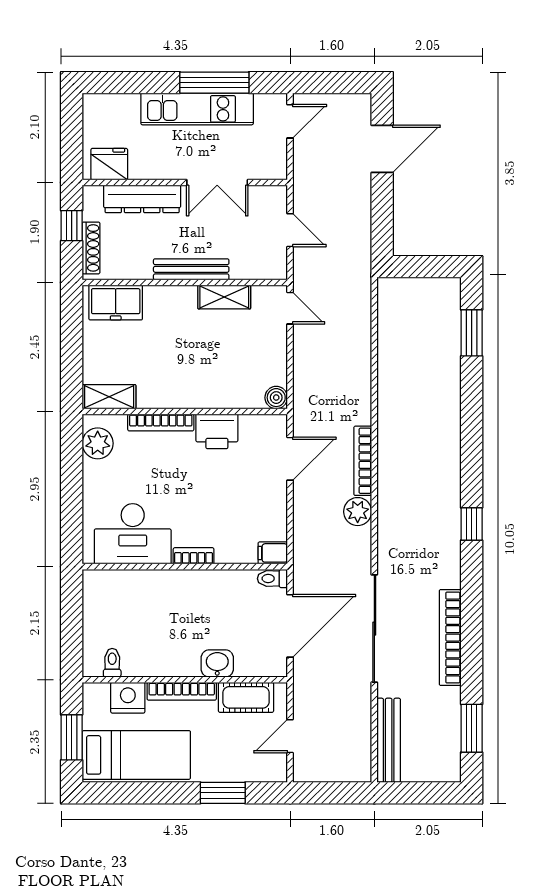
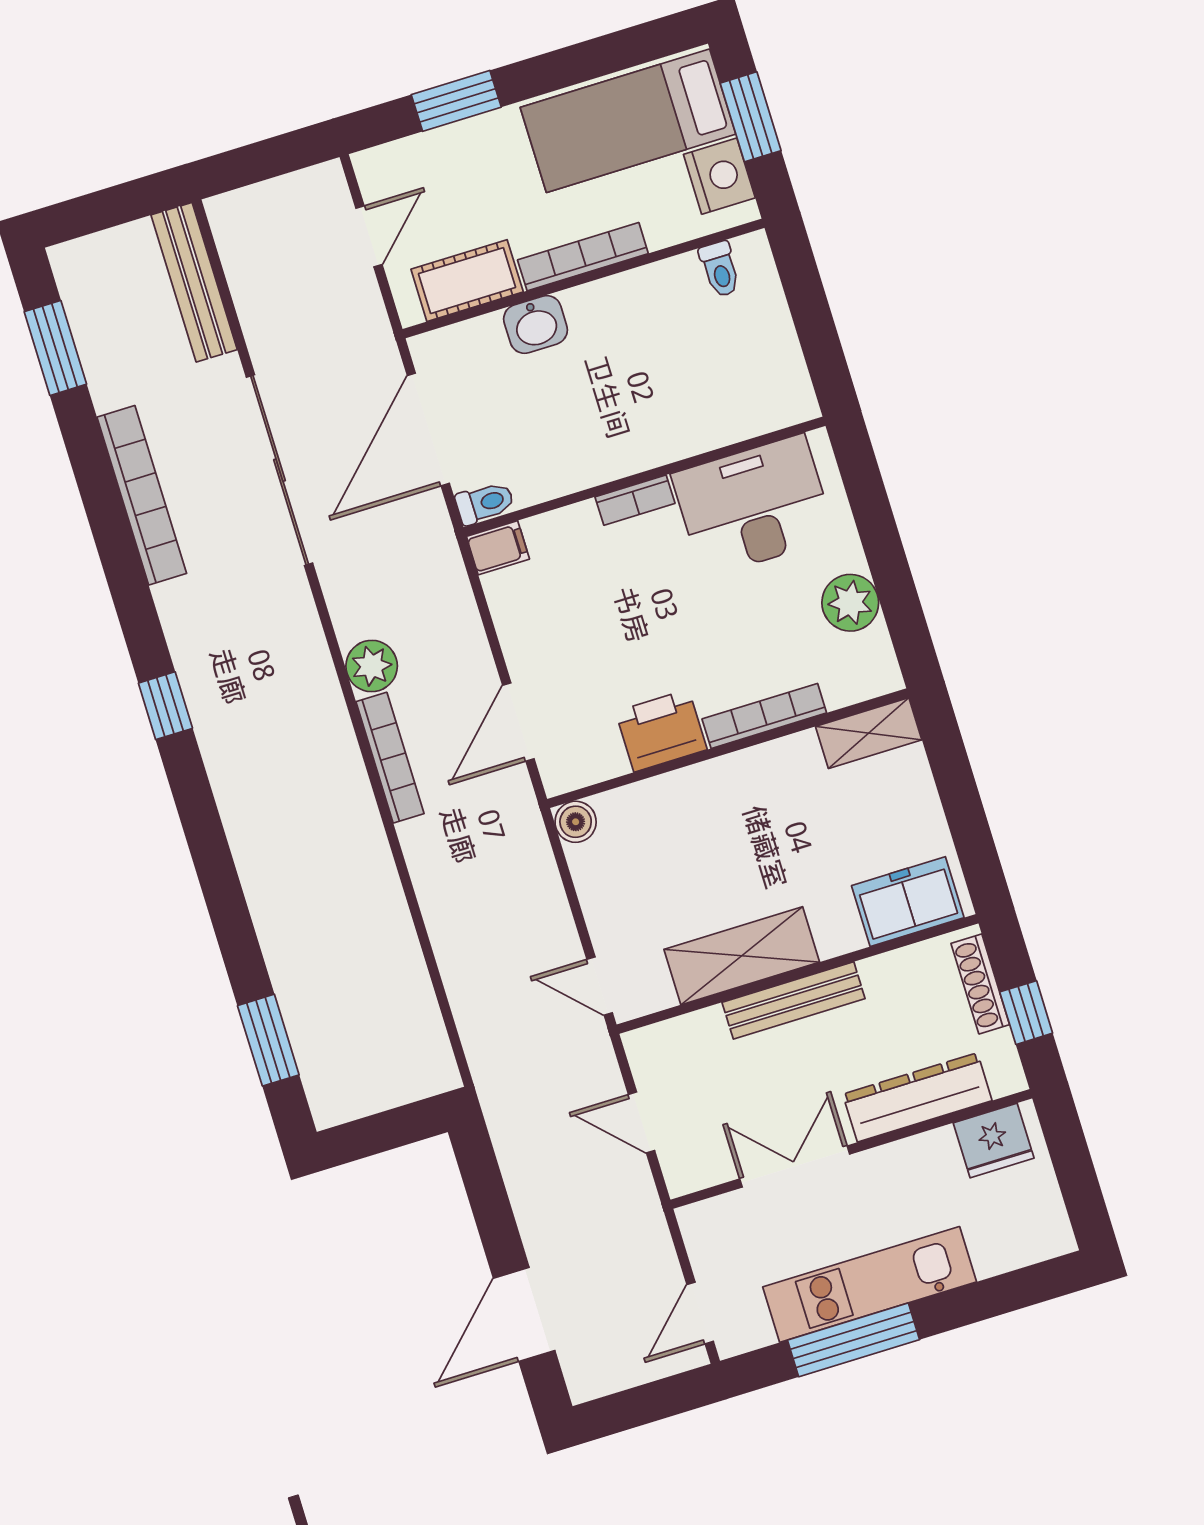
shelving: (224, 297) -> (742, 956), width x1.50, depth x1.33
plant: (98, 443) -> (850, 603), moved
nightstand: (128, 698) -> (719, 176), moved, turned -90

